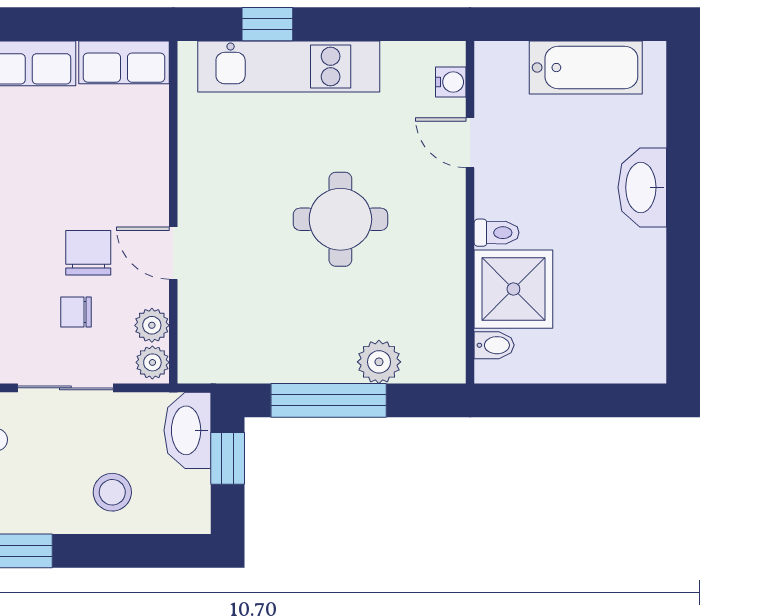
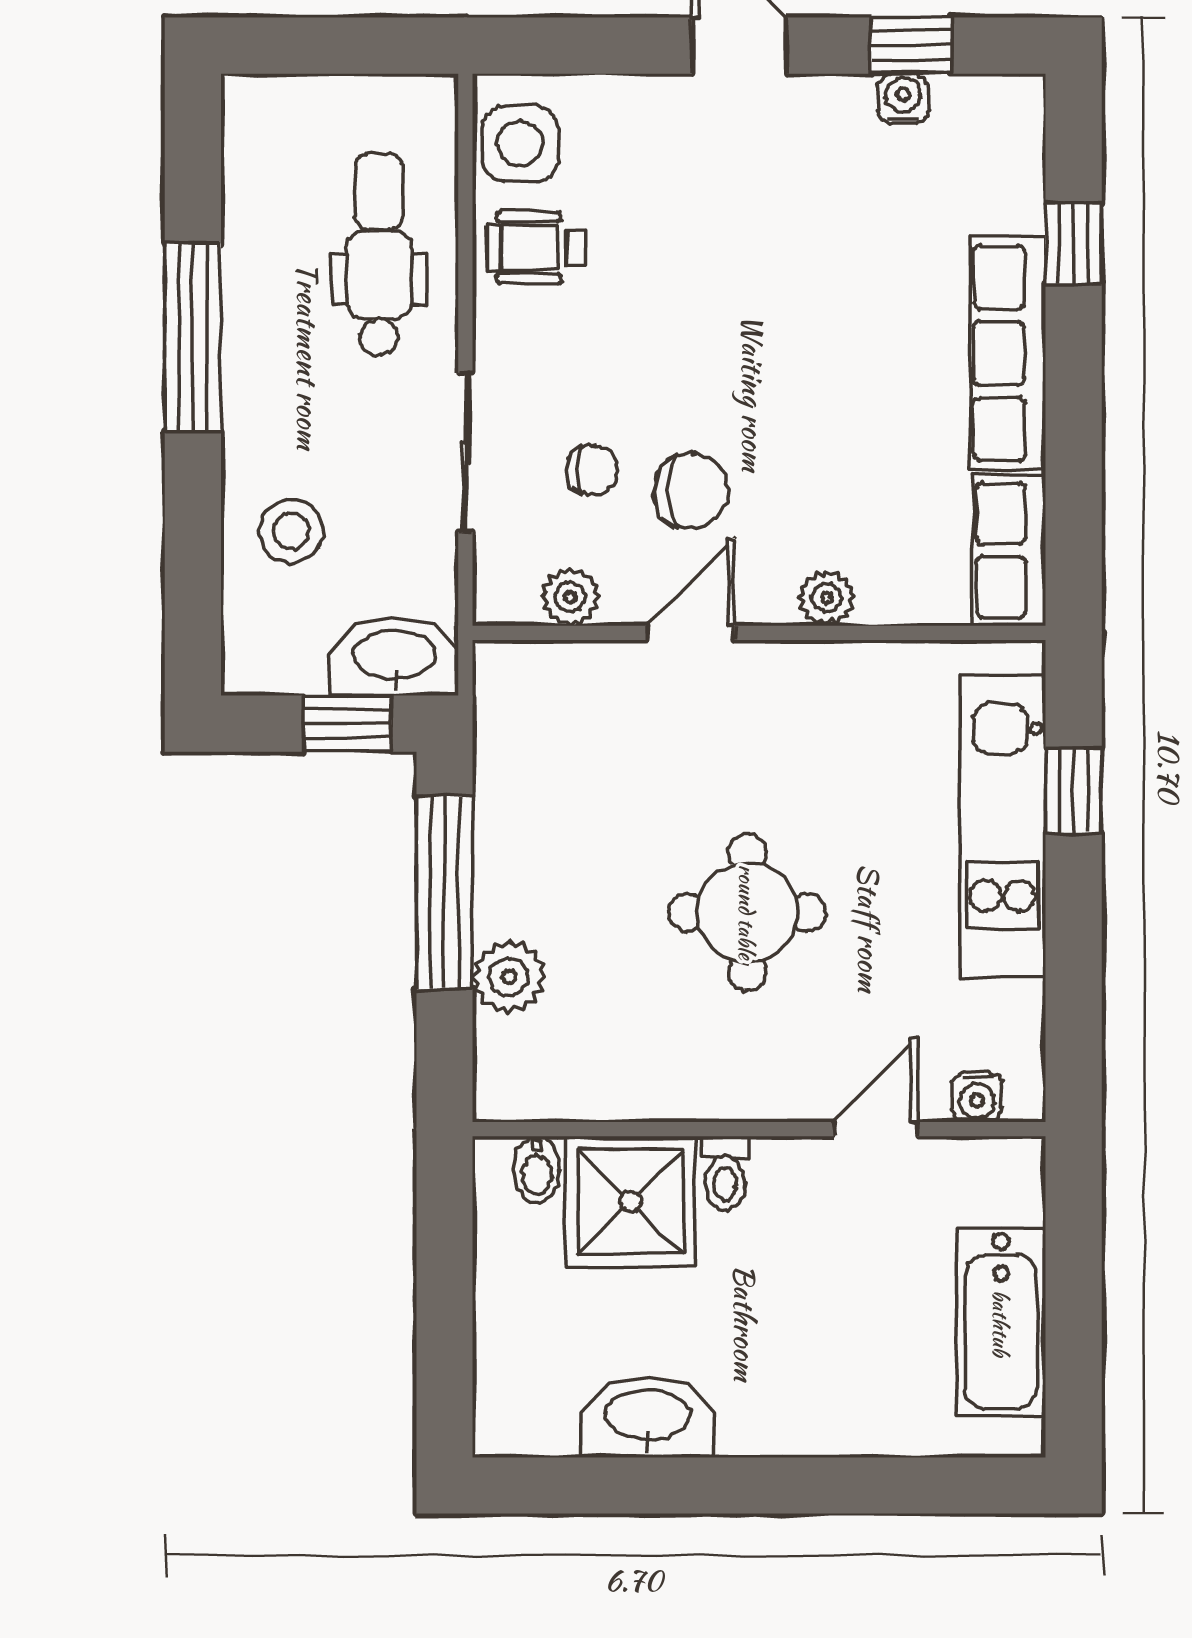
washbasin: (642, 187) -> (648, 1417), moved
chair: (76, 312) -> (592, 470), turned 90
plant: (152, 362) -> (827, 598), moved

